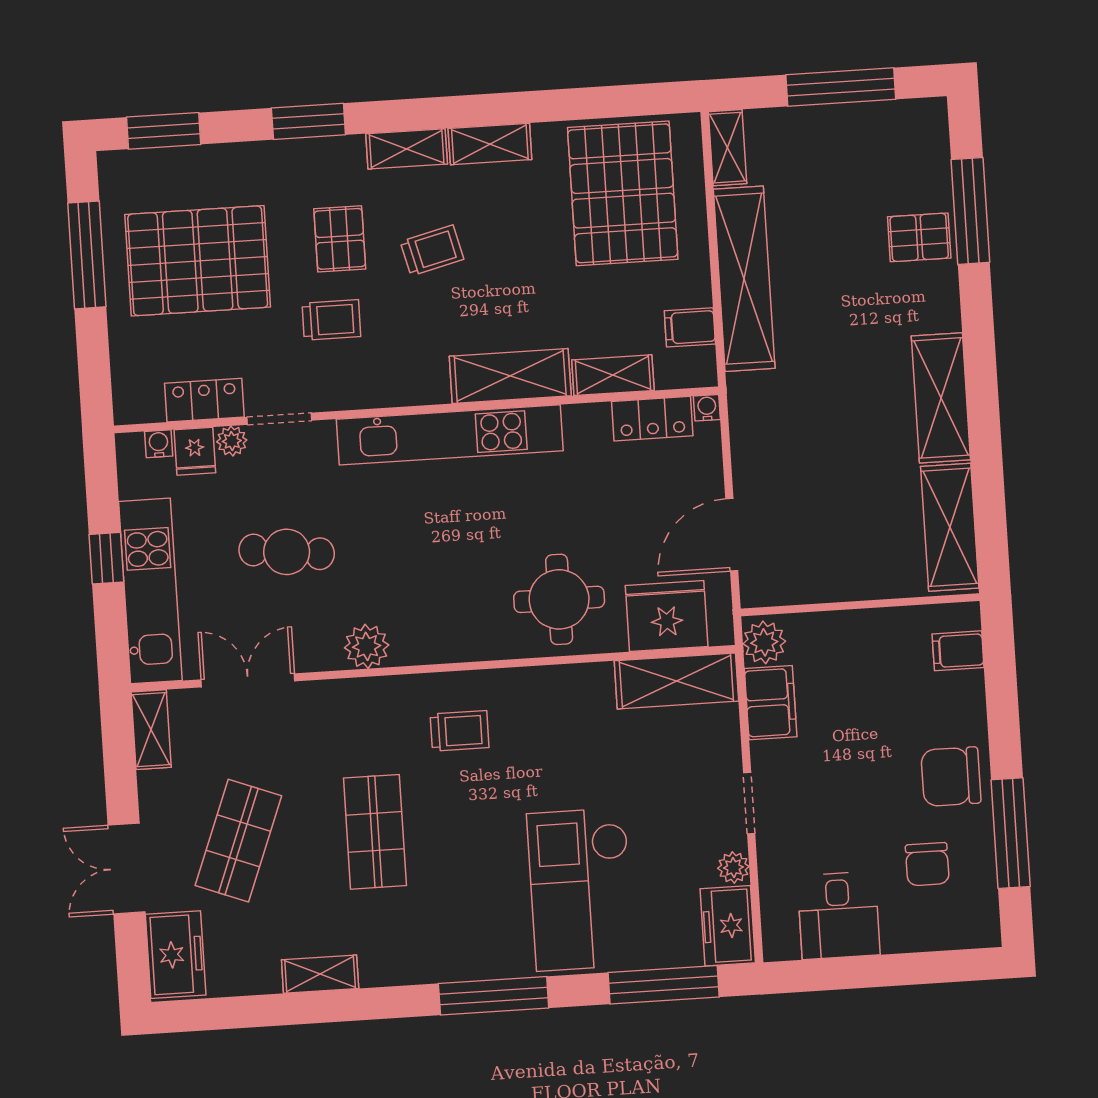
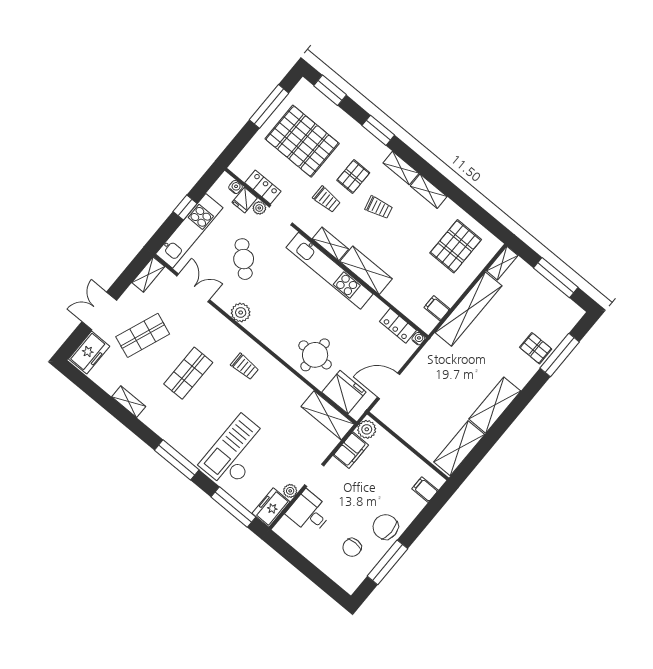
pallet: (623, 193) -> (456, 246), width x0.73, depth x0.71
shelving: (613, 375) -> (330, 244), moved
cafe table: (287, 552) -> (244, 259), turned 37
desk: (839, 915) -> (309, 513), moved, turned 90

